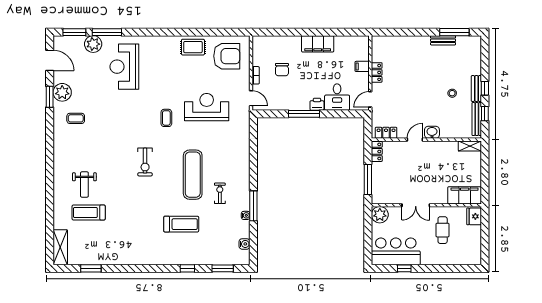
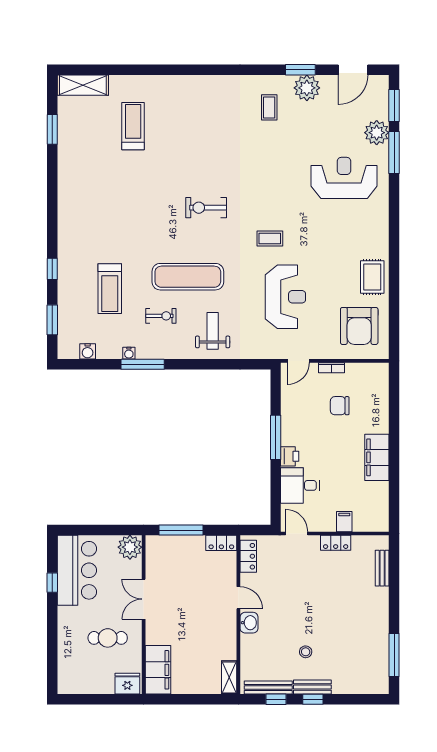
bench: (443, 40) -> (382, 568), moved
weight bench: (84, 184) -> (213, 331), moved, turned 90
treadmill: (181, 224) -> (110, 289), moved

